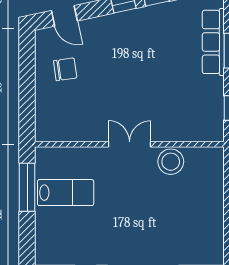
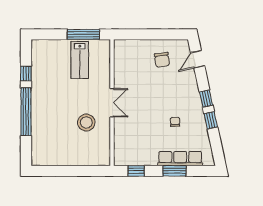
chair: (158, 50) -> (175, 122), added
stool: (171, 162) -> (86, 122), moved

